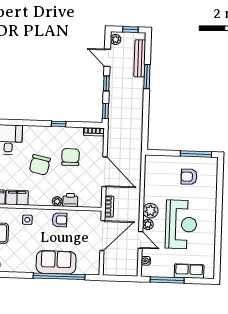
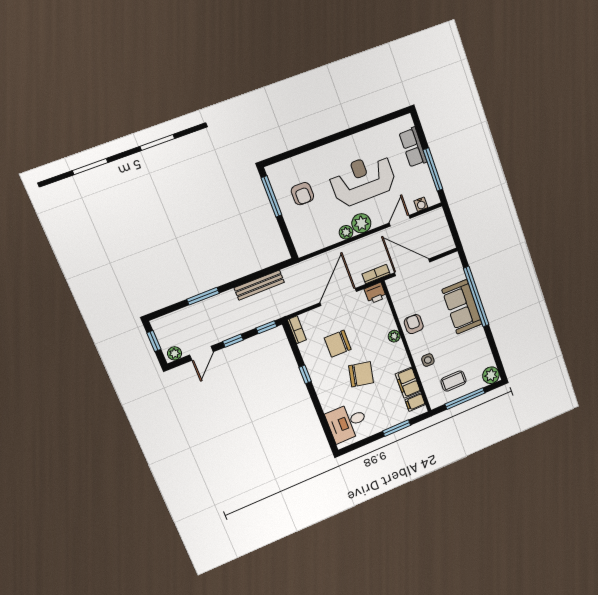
bench: (140, 58) -> (259, 285), moved
printer: (70, 200) -> (375, 293), moved, turned -90
plant: (148, 224) -> (346, 232), moved

